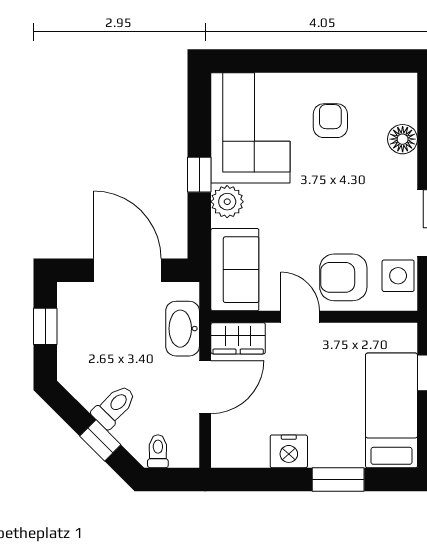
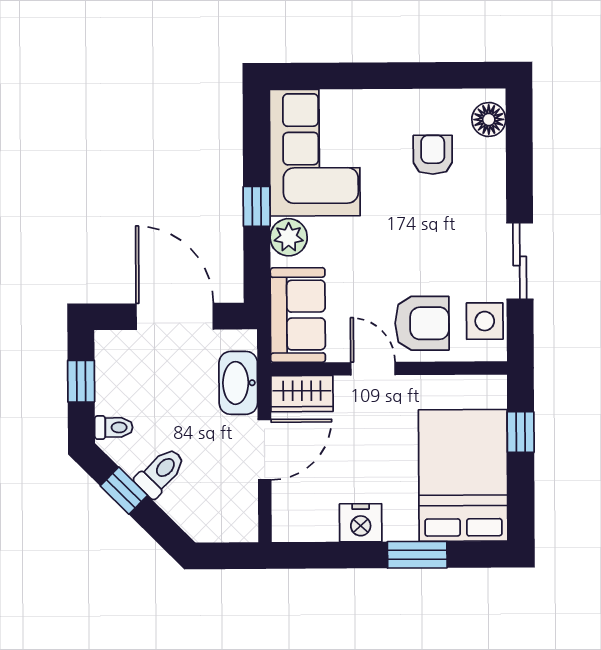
armchair: (330, 121) -> (433, 155), moved
floor lamp: (403, 139) -> (489, 120), moved
armchair: (343, 277) -> (422, 323), turned 180
bed: (391, 410) -> (463, 475), width x1.50
window: (100, 440) -> (124, 491), moved
toilet: (158, 451) -> (114, 427), moved, turned 90

